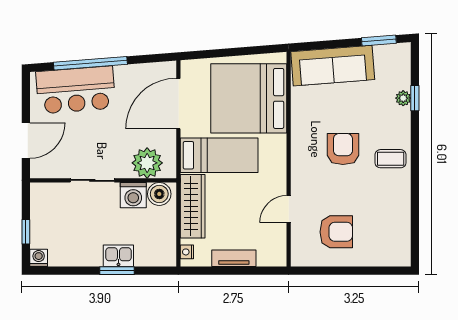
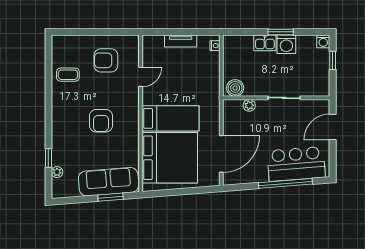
window: (379, 41) -> (111, 197), moved
plant: (403, 98) -> (57, 172), moved
bed: (219, 155) -> (170, 118), moved, turned 180
coffee table: (391, 159) -> (68, 75), moved
plant: (147, 163) -> (249, 105), width x0.53, depth x0.53
washing machine: (133, 195) -> (286, 44), moved, turned 180
wardrobe: (193, 206) -> (211, 79), removed
window: (117, 271) -> (281, 32), moved

